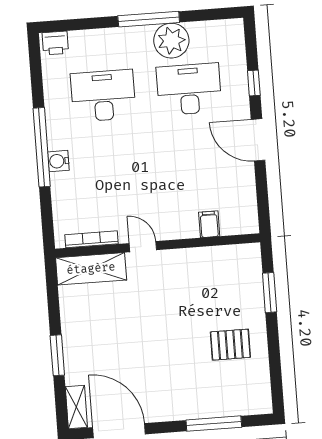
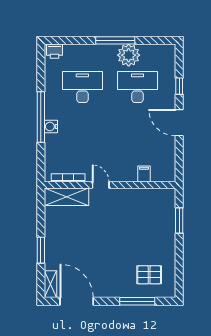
pallet: (230, 345) -> (149, 275), moved

